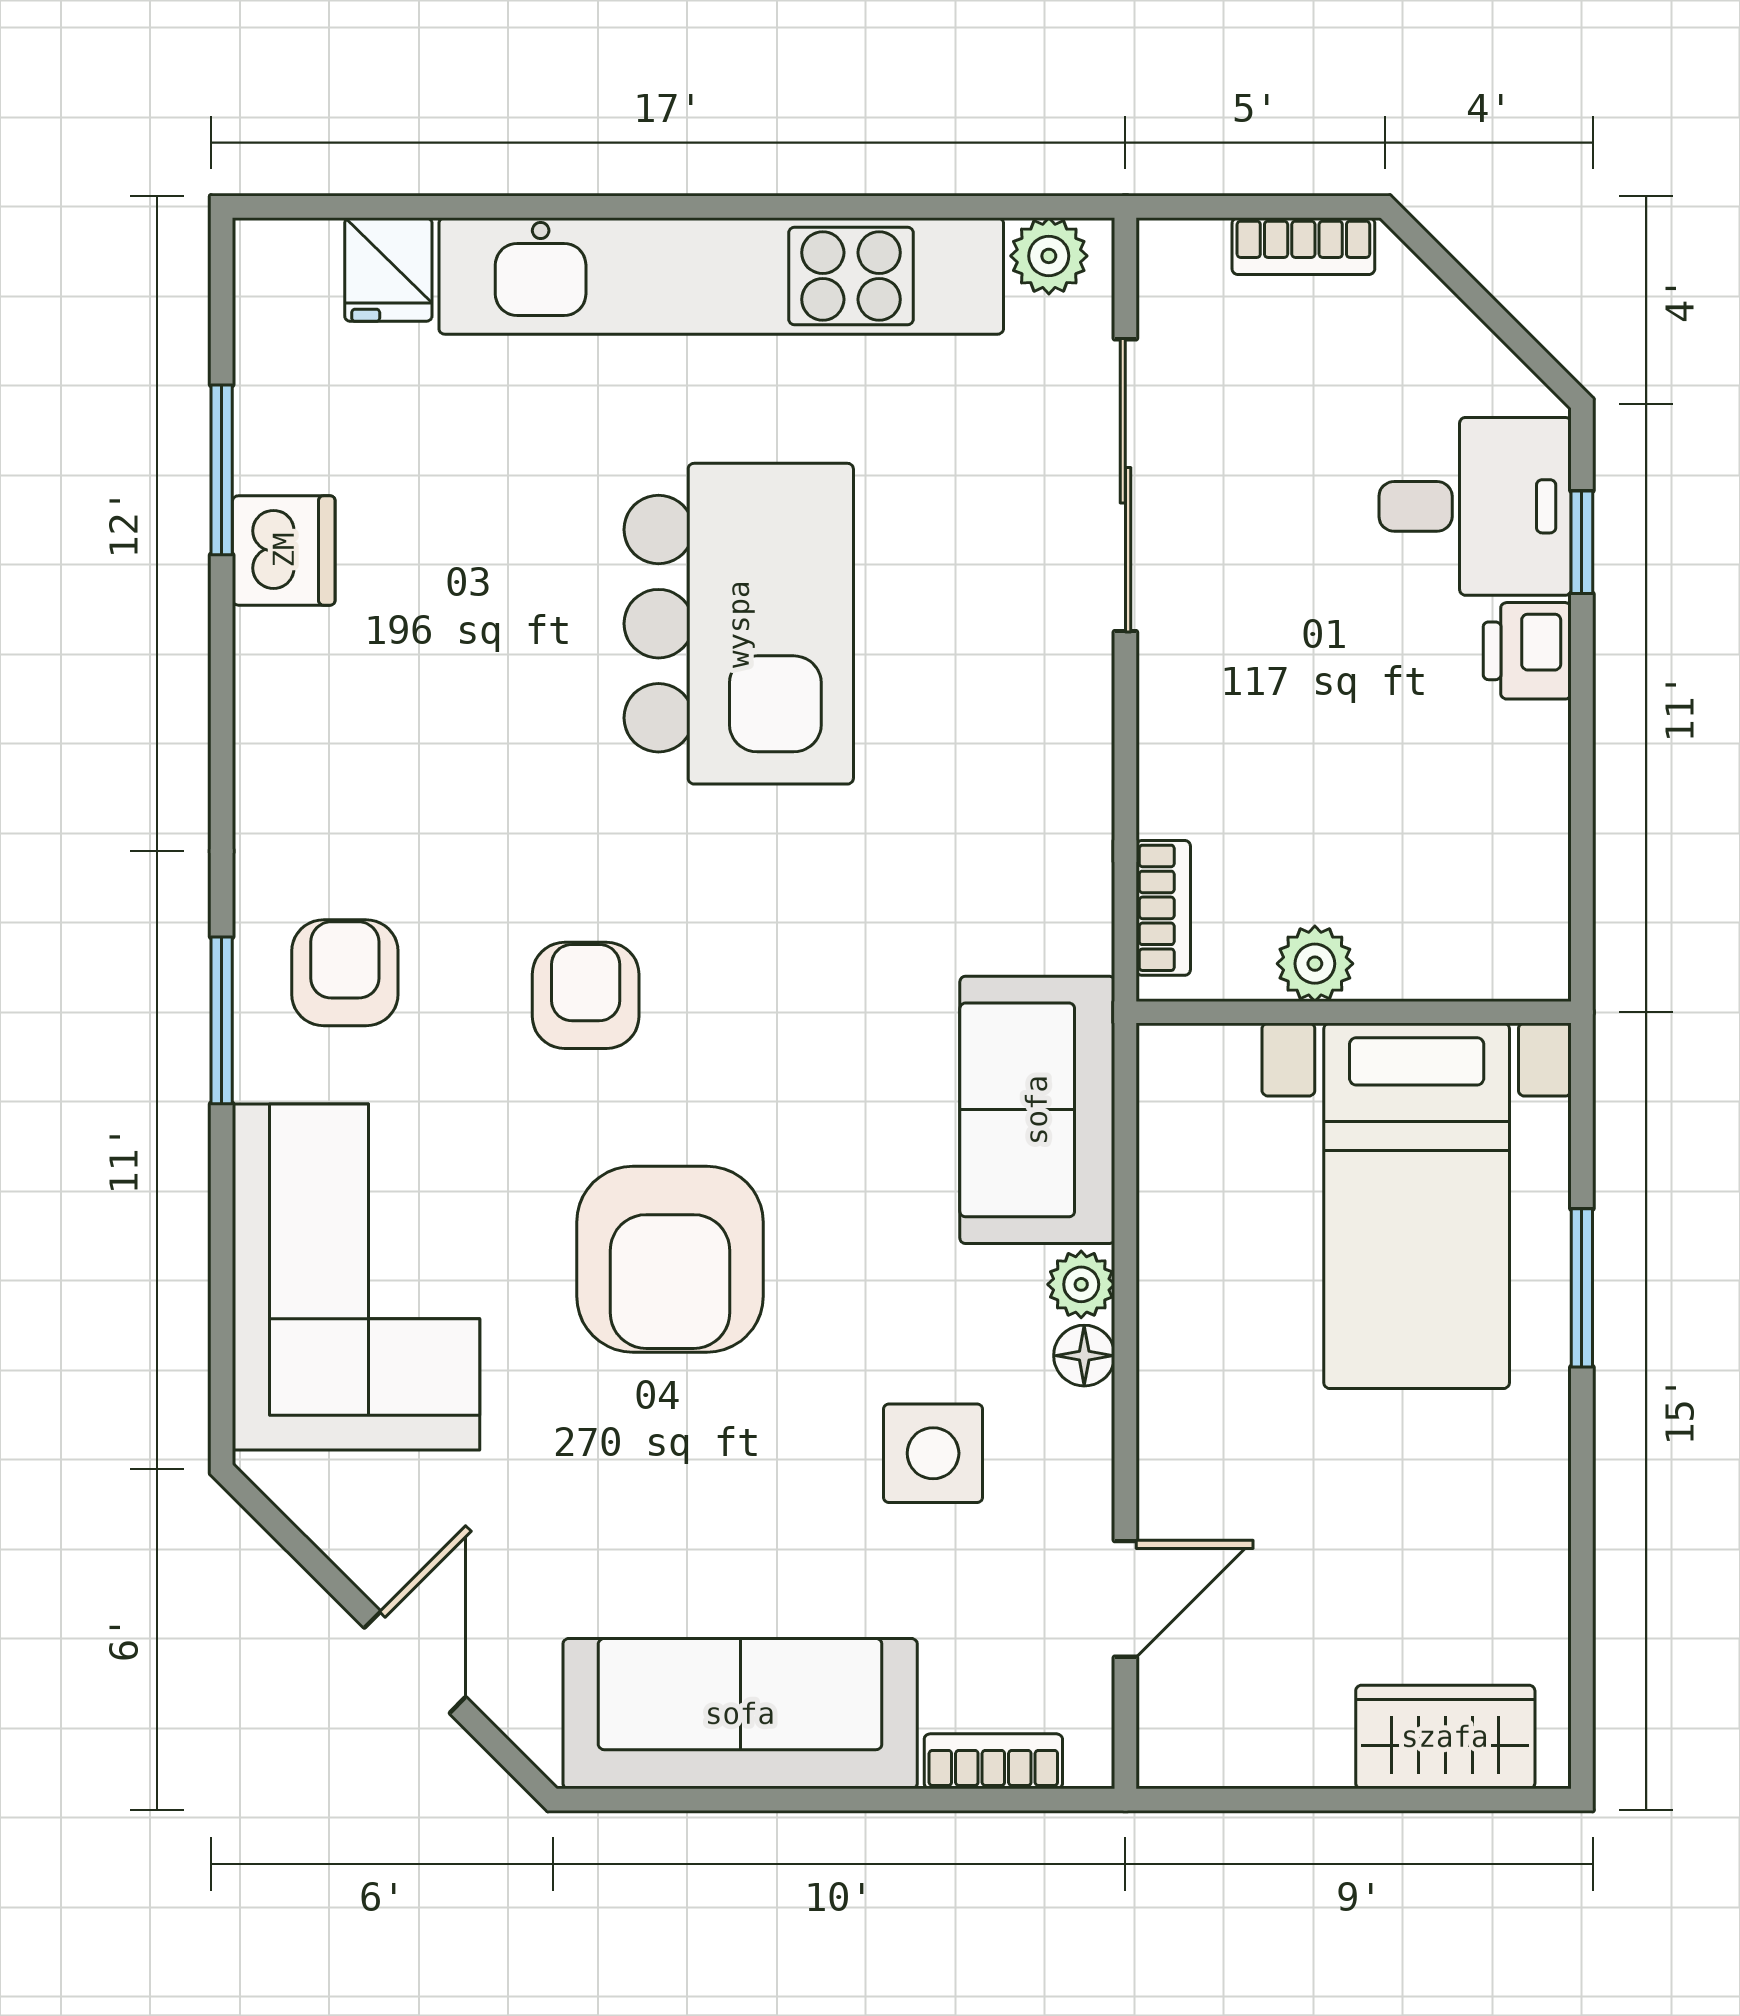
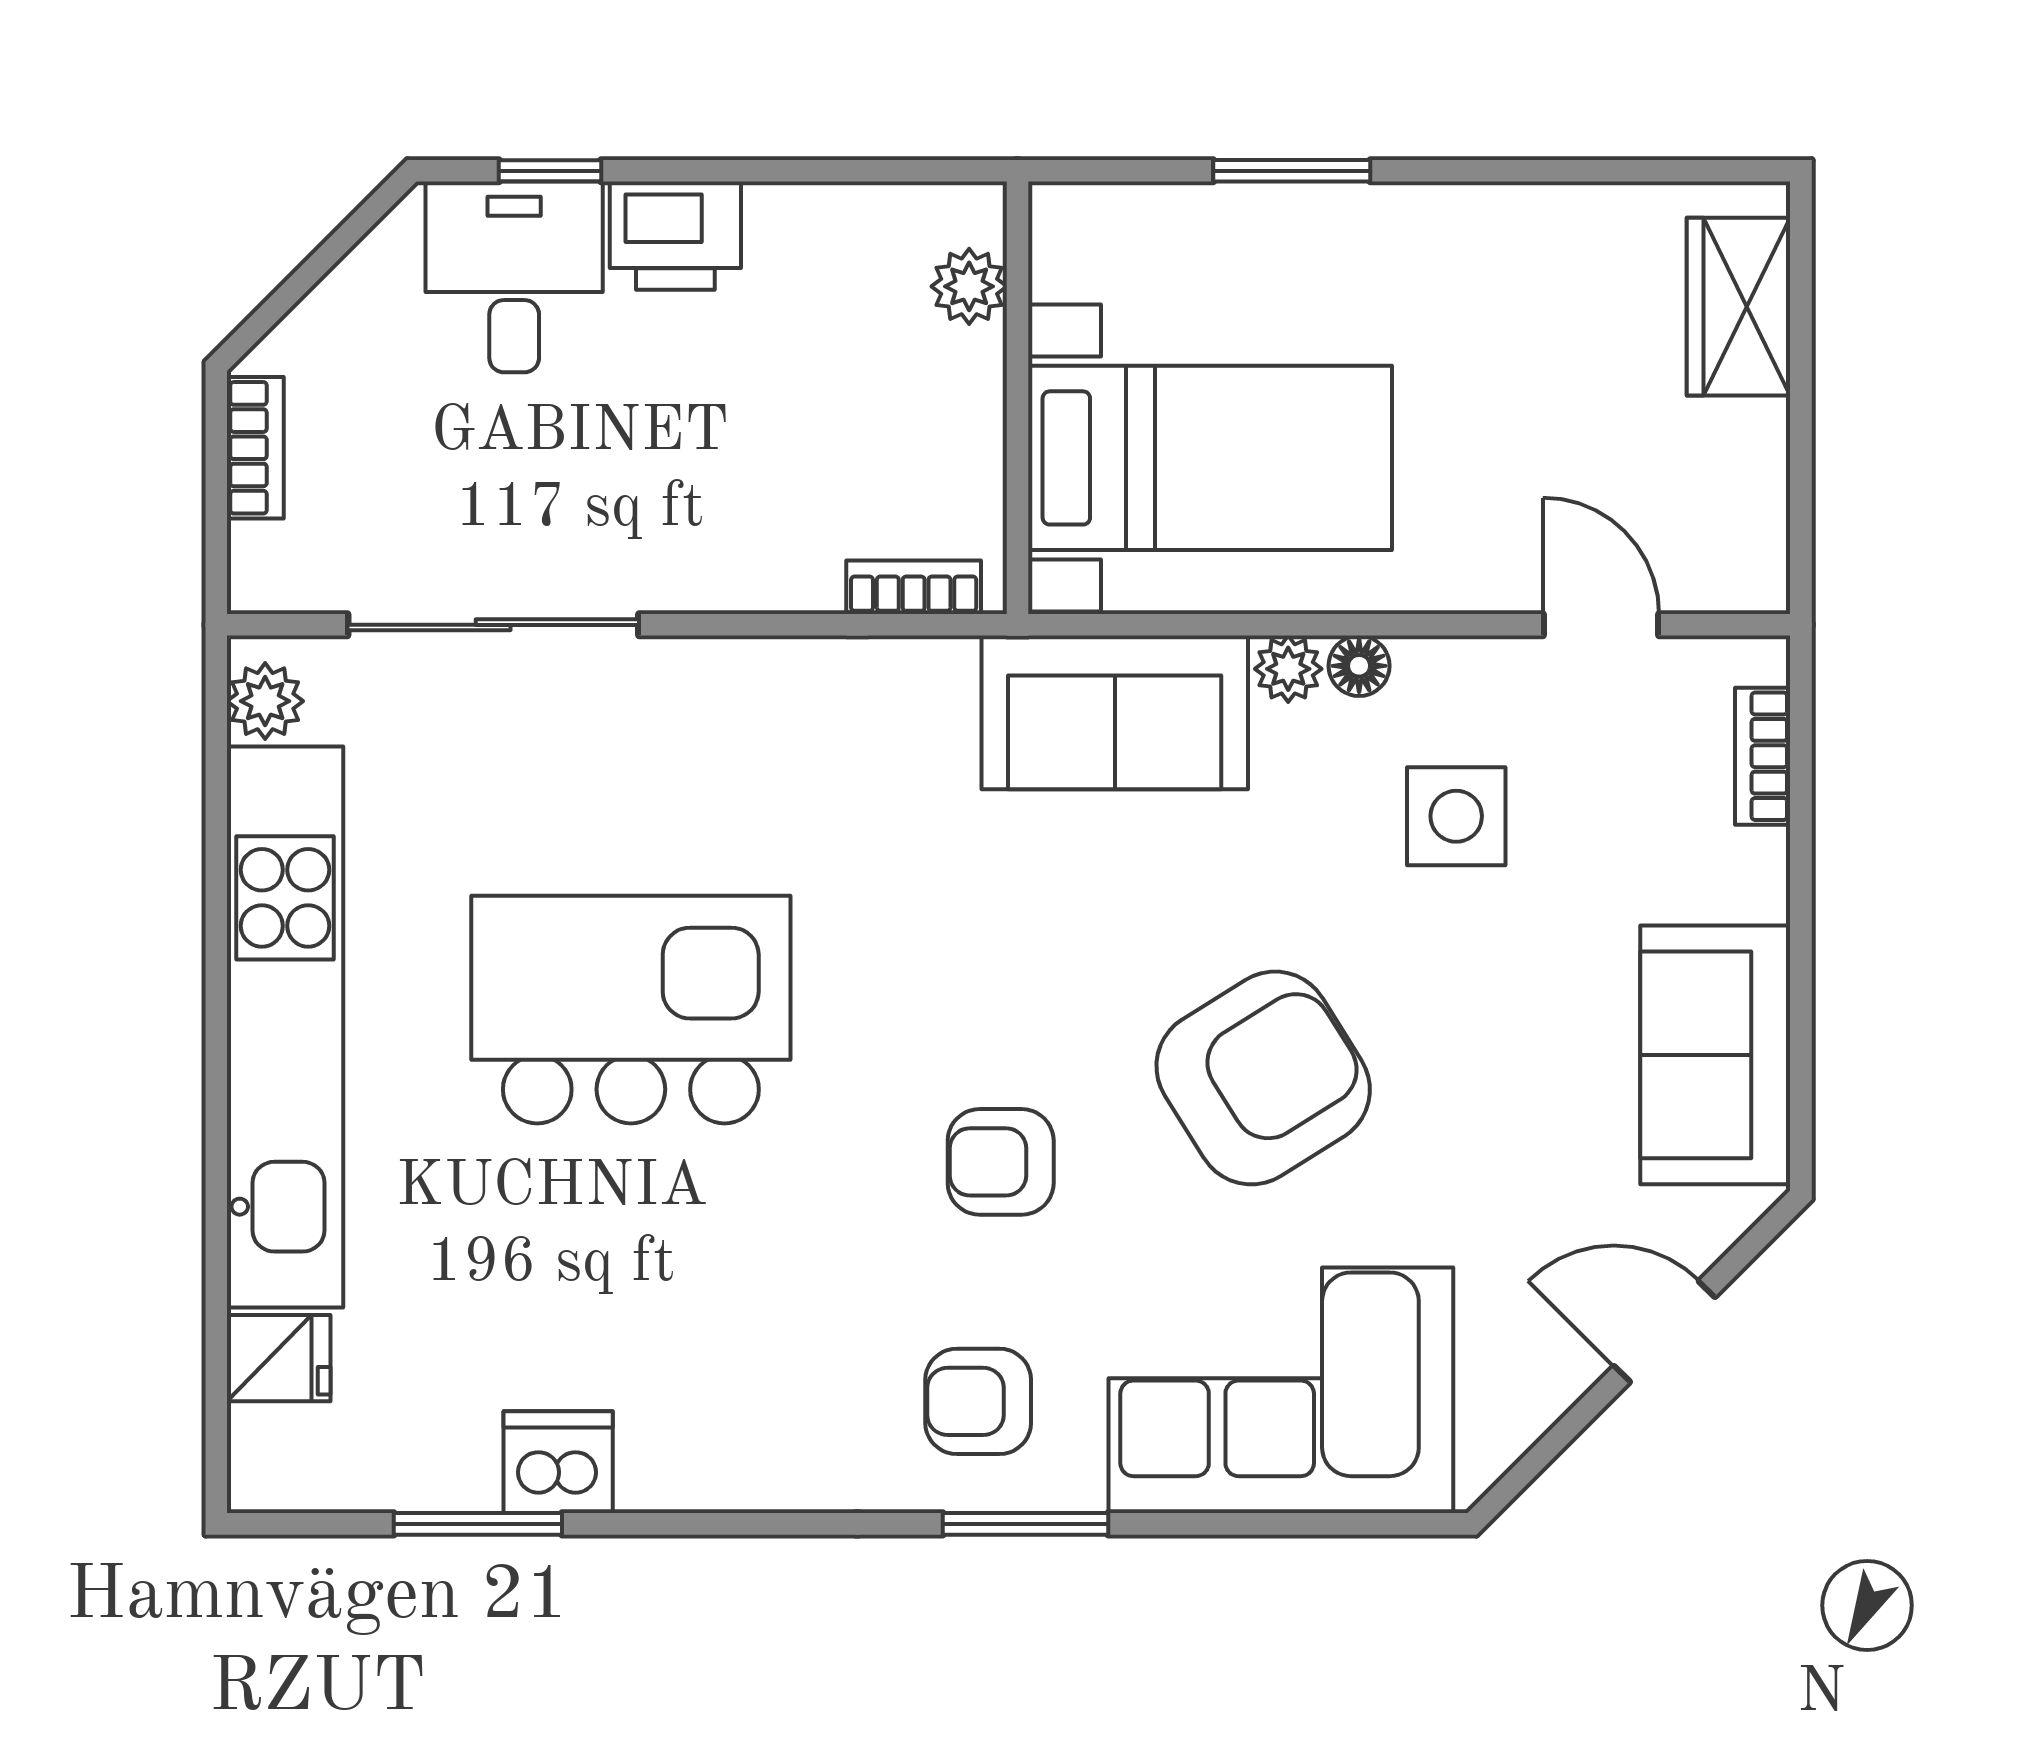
printer: (1527, 651) -> (675, 236), width x1.36, depth x1.24
plant: (1315, 964) -> (969, 286), moved
bed with nightstands: (1417, 1206) -> (1210, 458), moved
armchair: (670, 1259) -> (1263, 1078), turned -32
sofa: (740, 1714) -> (1715, 1055), width x0.73

